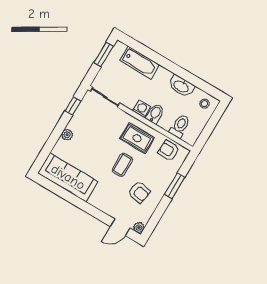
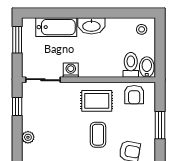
washbasin: (181, 86) -> (91, 26), moved
washing machine: (141, 109) -> (71, 70), moved
bidet: (155, 114) -> (147, 67), moved
armchair: (169, 151) -> (134, 95), turned -90

